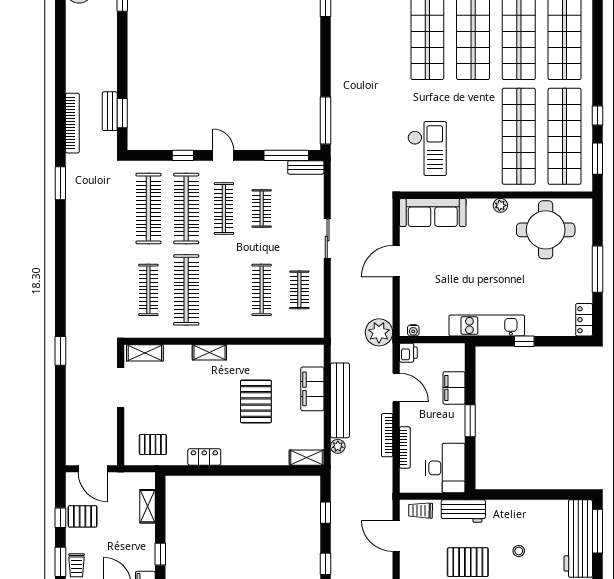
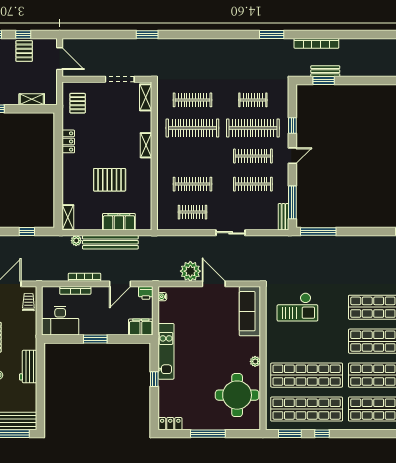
clothes rail: (148, 209) -> (253, 100), width x0.54, depth x0.76
clothes rail: (262, 209) -> (253, 184), width x1.36
plant: (379, 332) -> (190, 271), moved
filing cabinet: (454, 388) -> (141, 327), moved
door: (93, 469) -> (60, 59), swing flipped
workbench: (463, 511) -> (28, 367), moved

